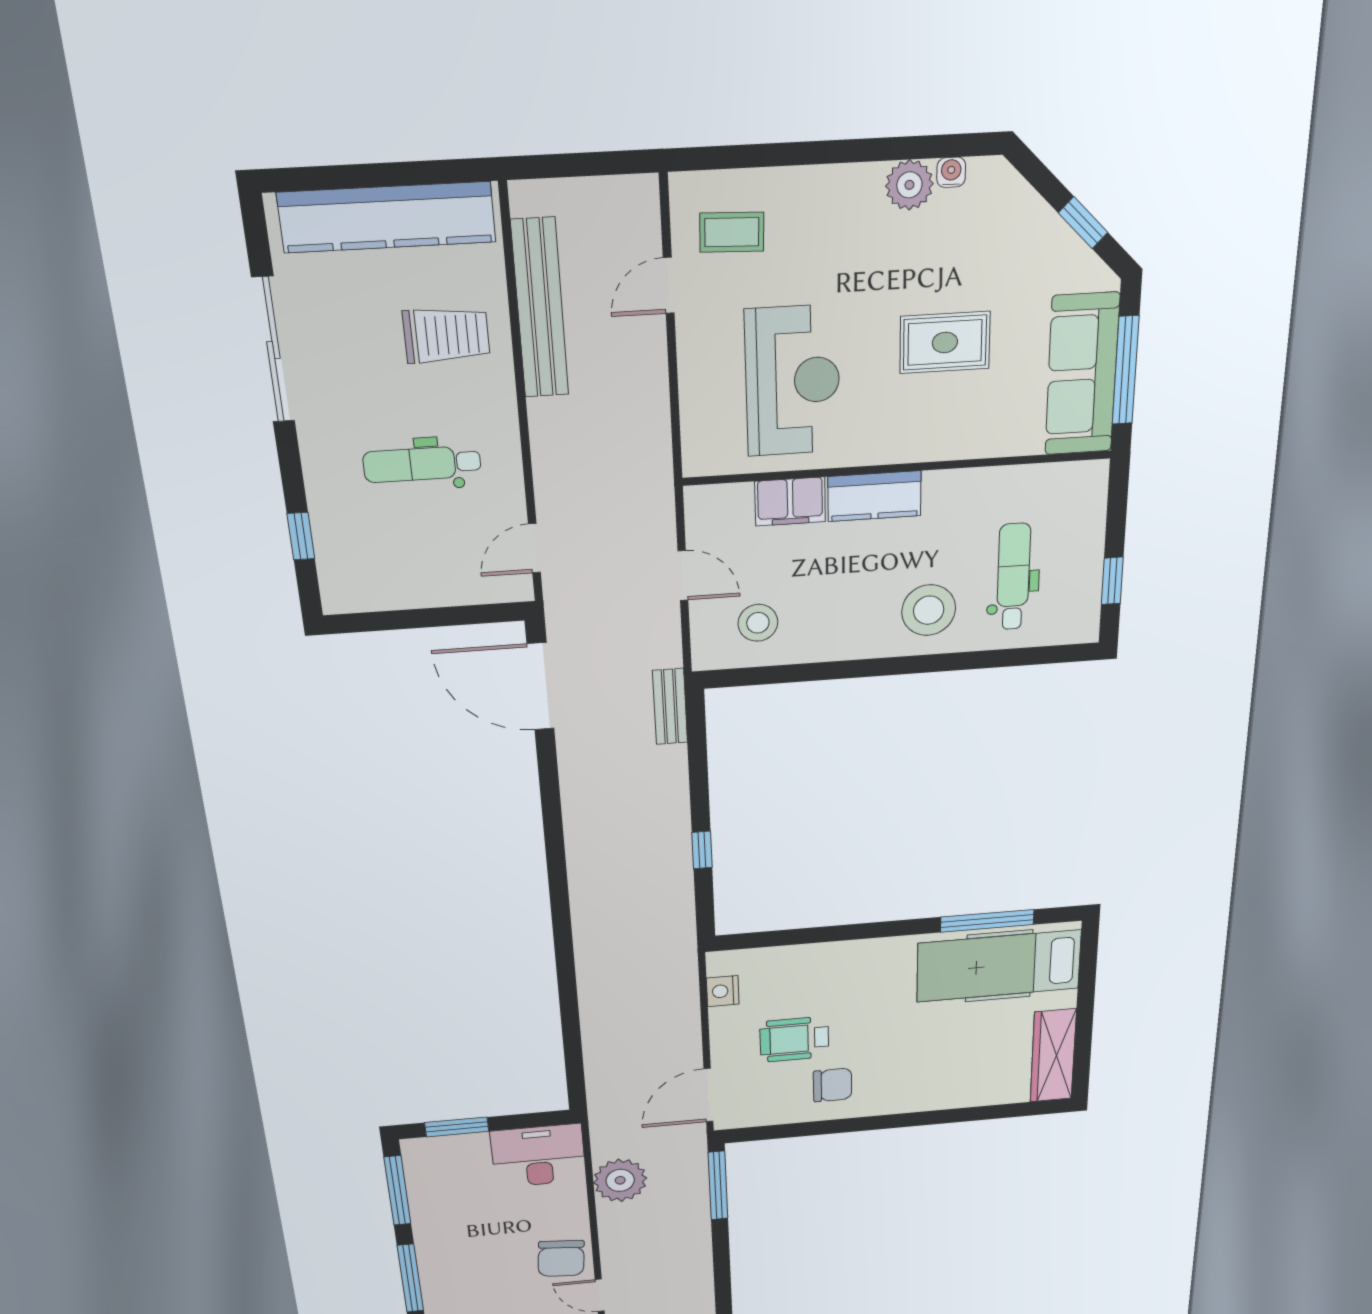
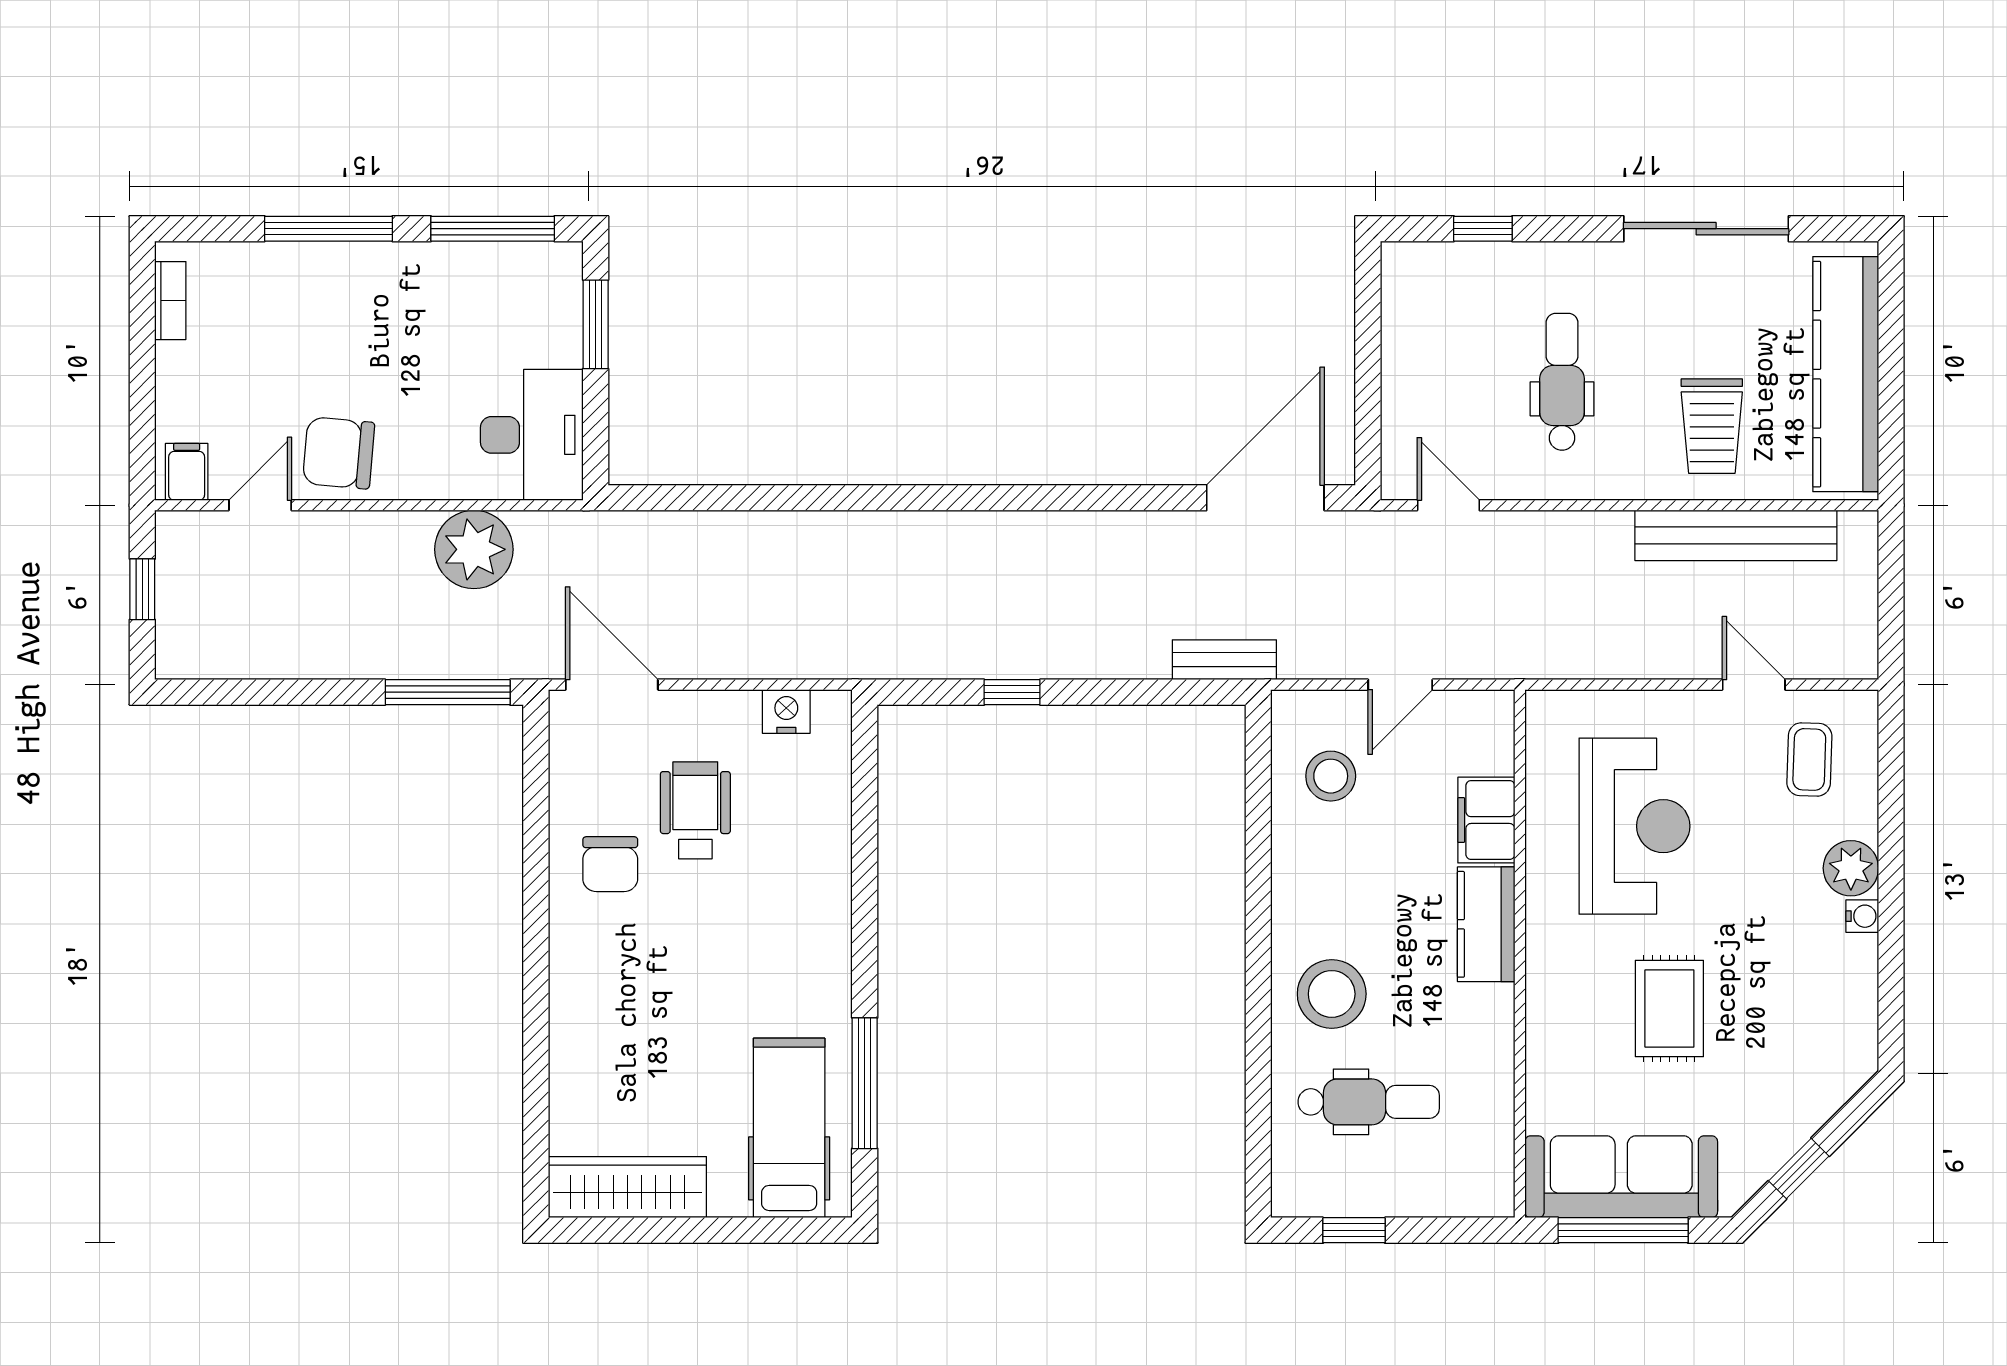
water cooler: (951, 172) -> (1862, 916), moved
plant: (909, 185) -> (1851, 868), moved
reception desk: (793, 381) -> (1634, 826), turned -90
hospital bed: (999, 966) -> (789, 1128), width x0.73, depth x0.78

